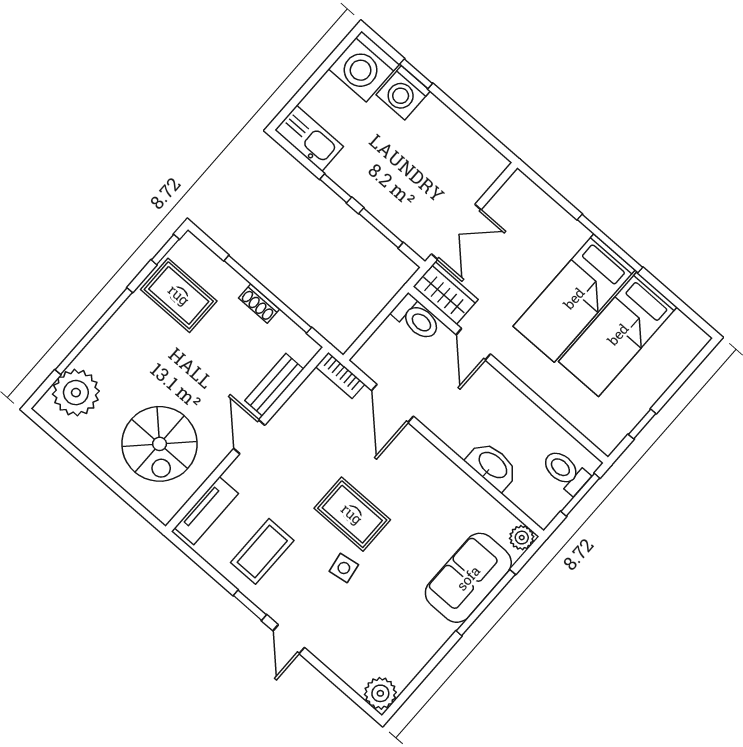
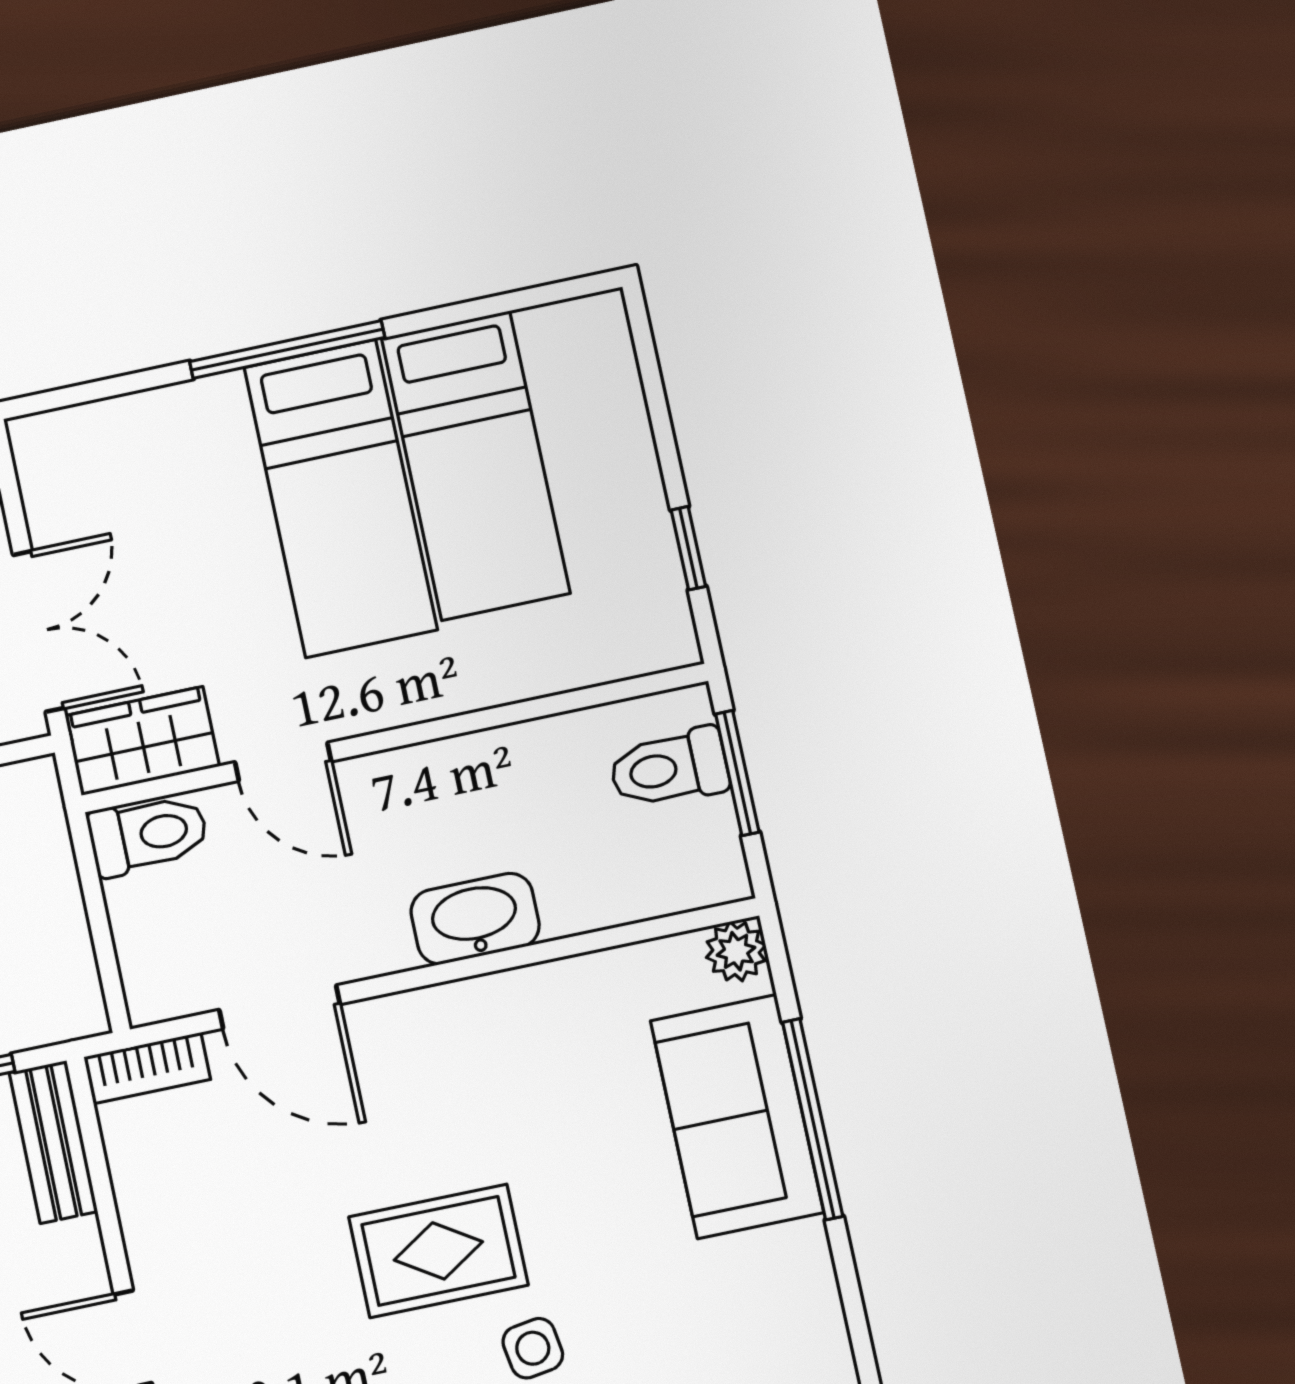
bench: (274, 385) -> (53, 1142), moved
washbasin: (492, 466) -> (475, 919), moved

